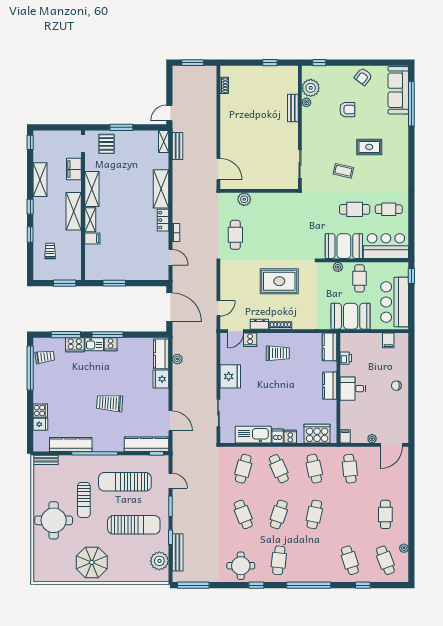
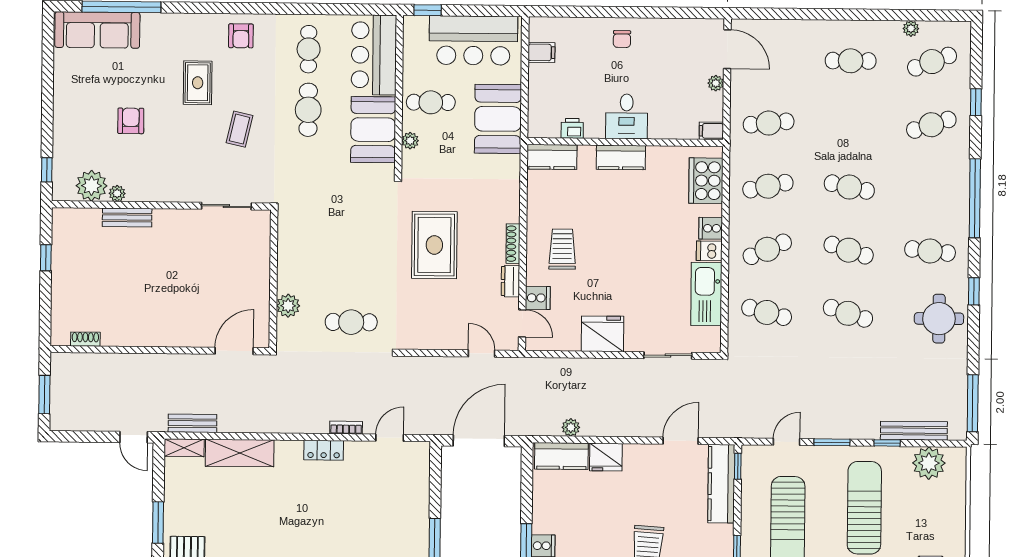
armchair: (363, 77) -> (241, 36), moved, turned 52
shelving: (161, 189) -> (240, 453), moved
cafe table: (243, 514) -> (848, 313), turned 39

